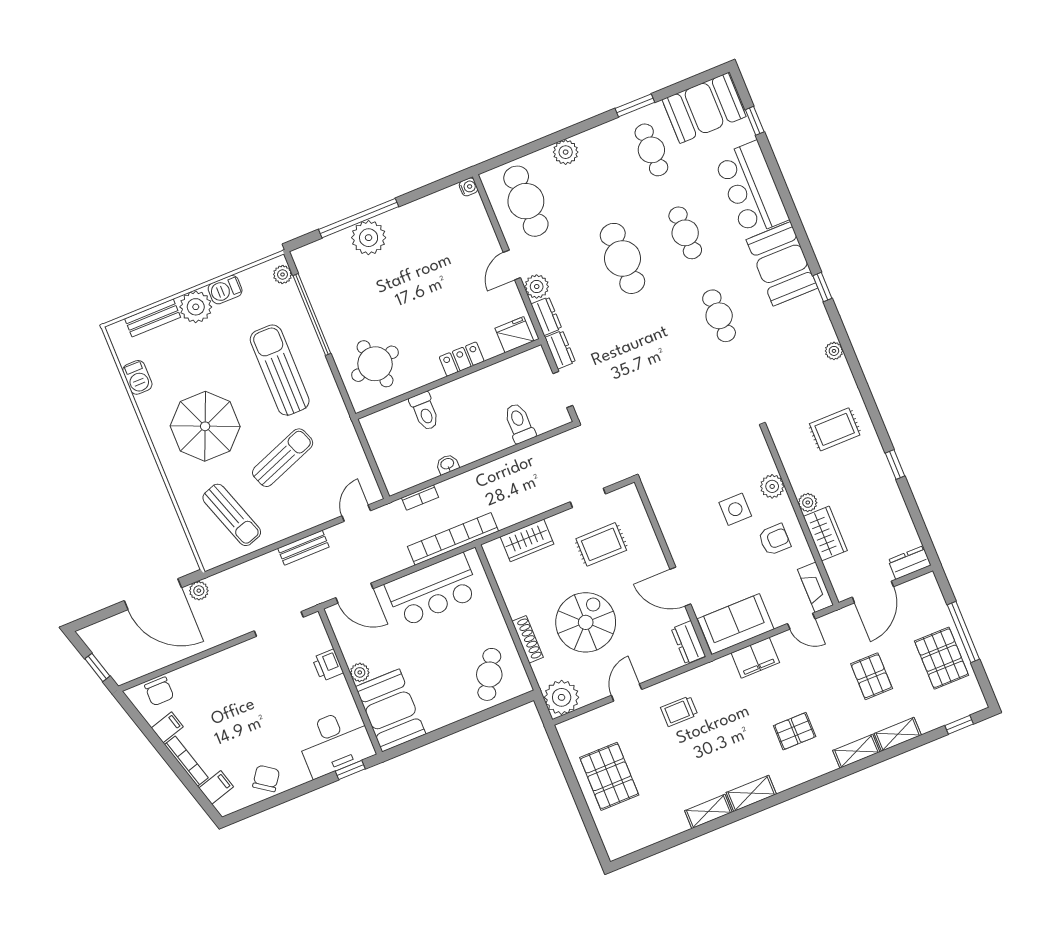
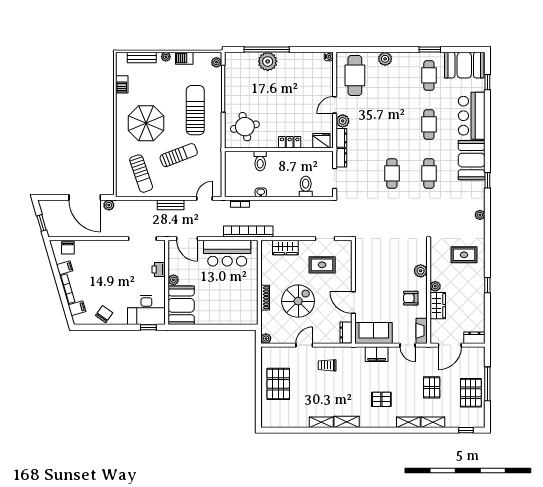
cafe table: (622, 258) -> (392, 173), moved, width x0.73, depth x0.74
plant: (196, 307) -> (166, 57), width x0.53, depth x0.53
side table: (735, 509) -> (397, 275), removed
armchair: (774, 540) -> (411, 298), turned 180
cafe table: (489, 674) -> (239, 308), removed
plant: (562, 697) -> (266, 338), width x0.53, depth x0.53

